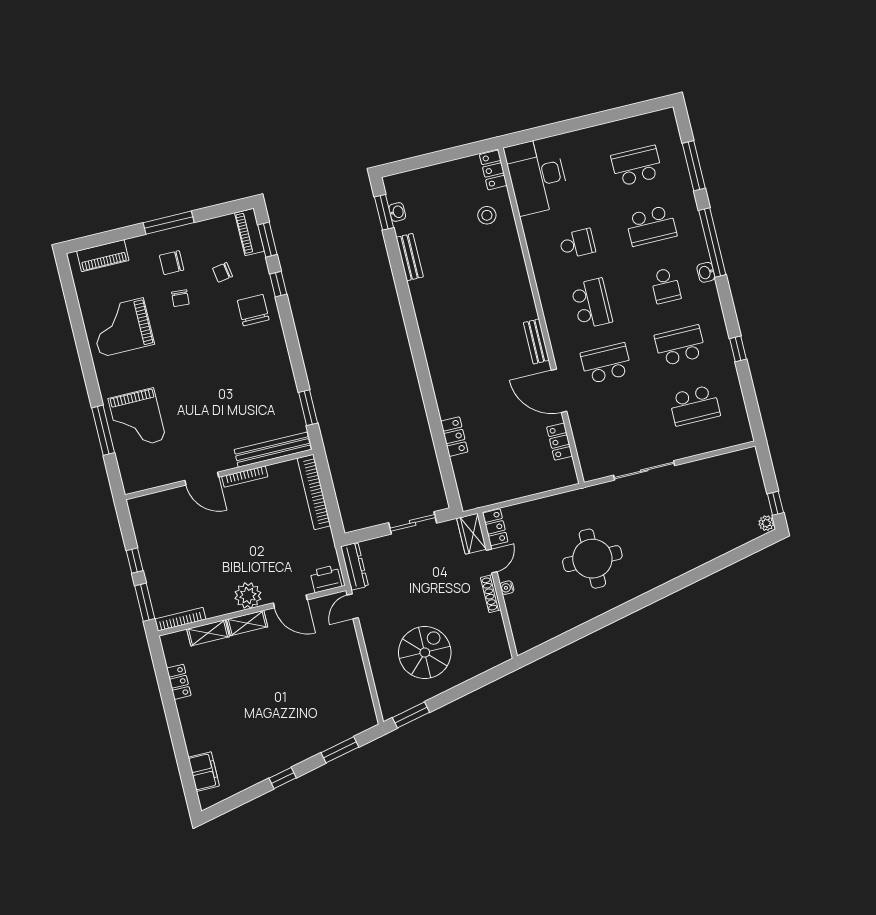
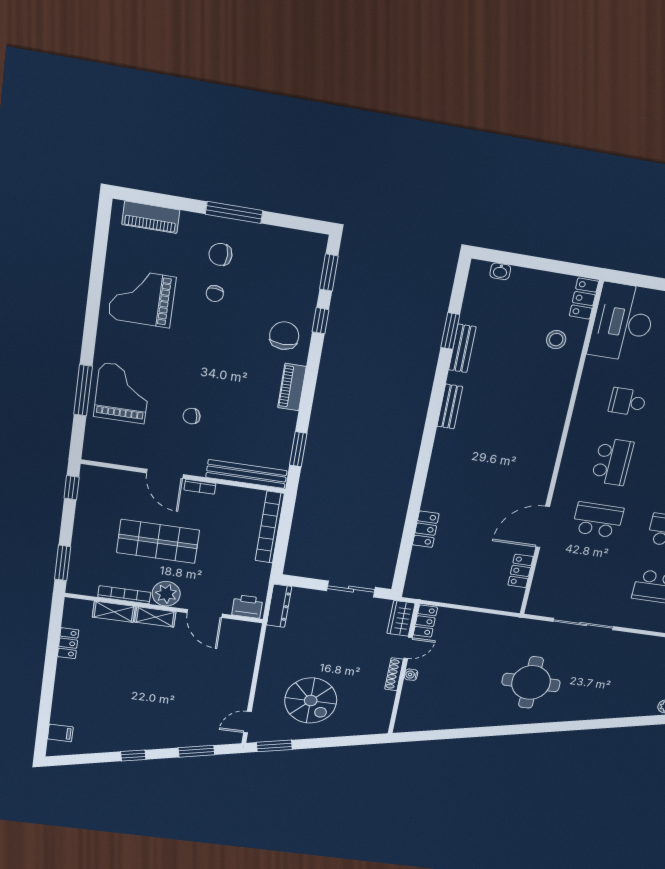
window: (384, 212) -> (450, 331), moved
washbasin: (397, 212) -> (500, 271), moved, turned 90
piano: (250, 232) -> (292, 387), moved
school desk: (577, 244) -> (628, 402), turned 180
chair: (223, 272) -> (192, 416), moved
bench: (536, 341) -> (450, 407), moved
door: (559, 391) -> (543, 527), hinge flipped
grand piano: (137, 419) -> (122, 393), turned 180
bookcase: (245, 477) -> (200, 487), width x0.64
shop shelf: (221, 546) -> (158, 541), added
round table: (592, 559) -> (531, 682), moved
window: (135, 561) -> (72, 488), moved
door: (353, 606) -> (247, 722), moved
bookcase: (180, 619) -> (124, 595), moved
spiral stairs: (425, 653) -> (311, 701), turned 90
filing cabinet: (204, 772) -> (60, 733), width x0.50

